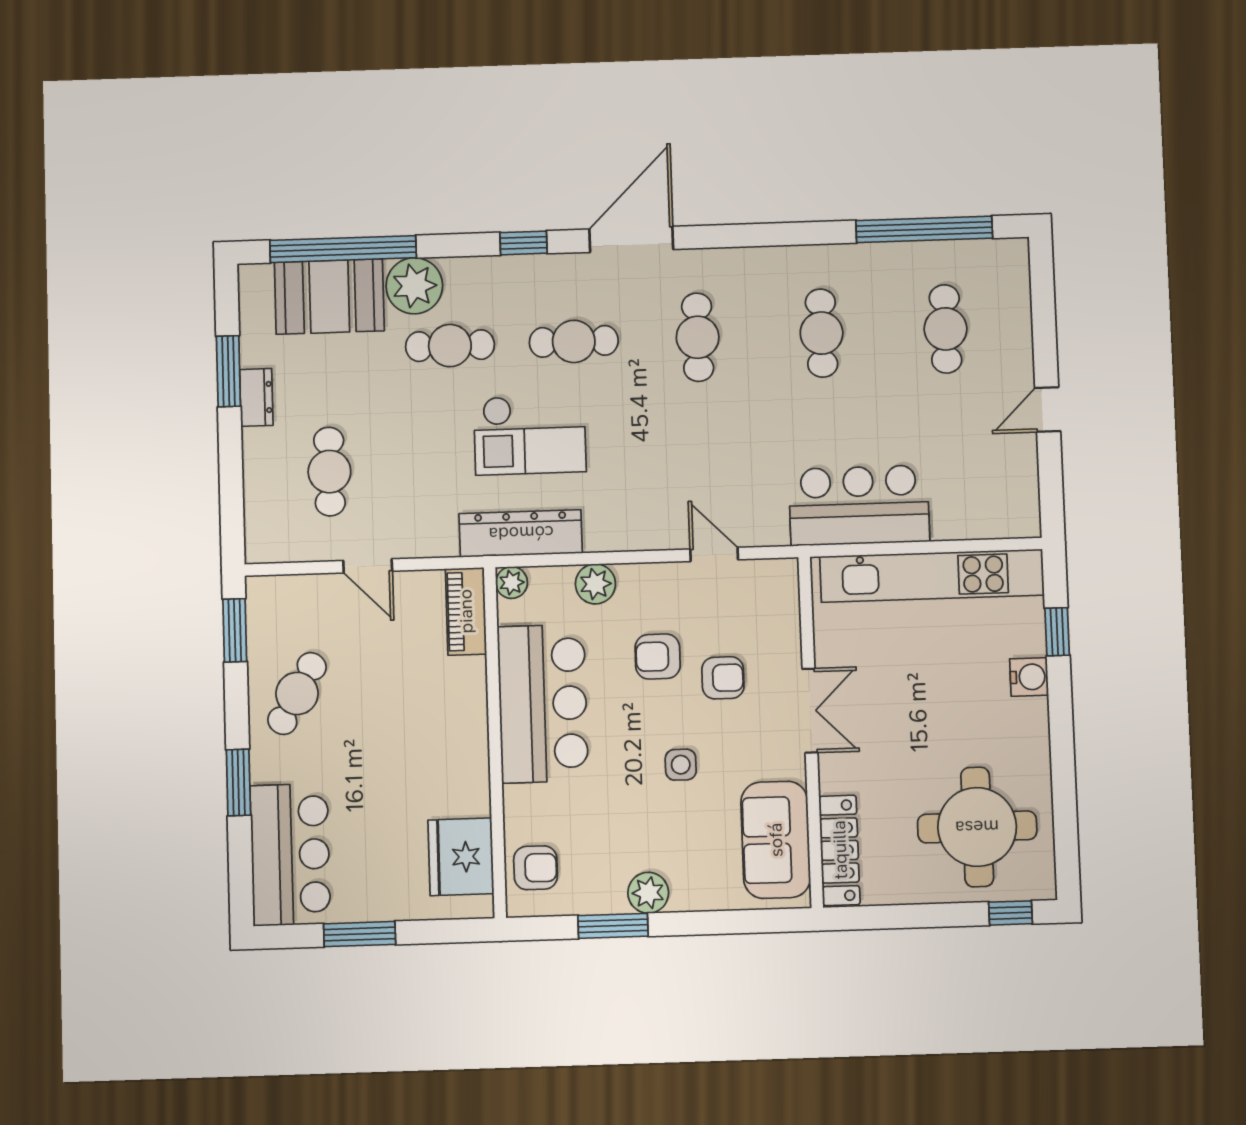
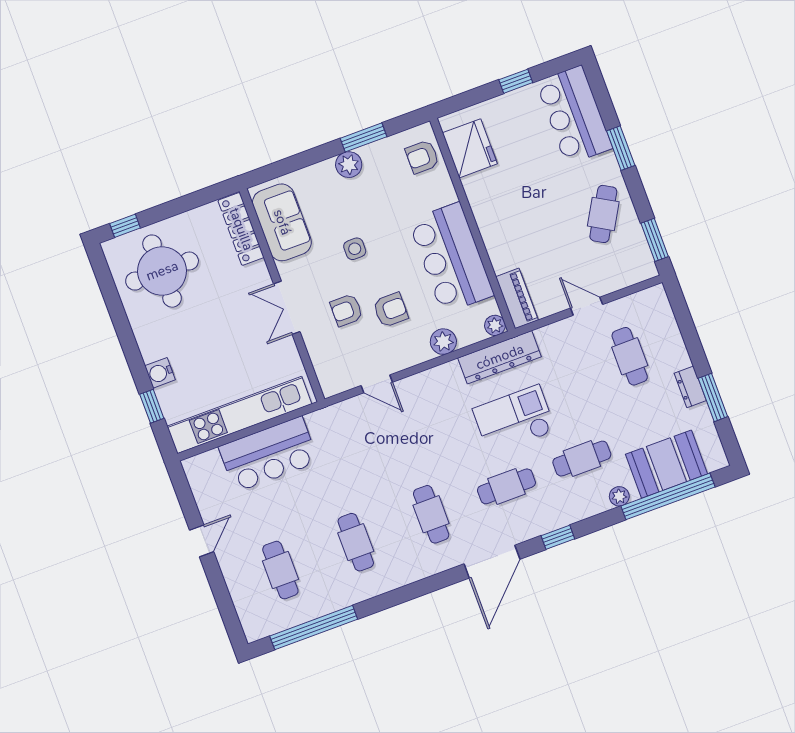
plant: (414, 286) -> (619, 496), width x0.53, depth x0.53
bar counter: (859, 505) -> (268, 454), moved
window: (359, 934) -> (516, 81), width x0.67

